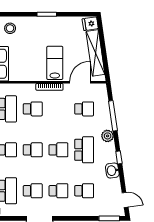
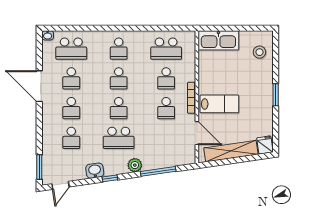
school desk: (84, 109) -> (166, 108), moved

